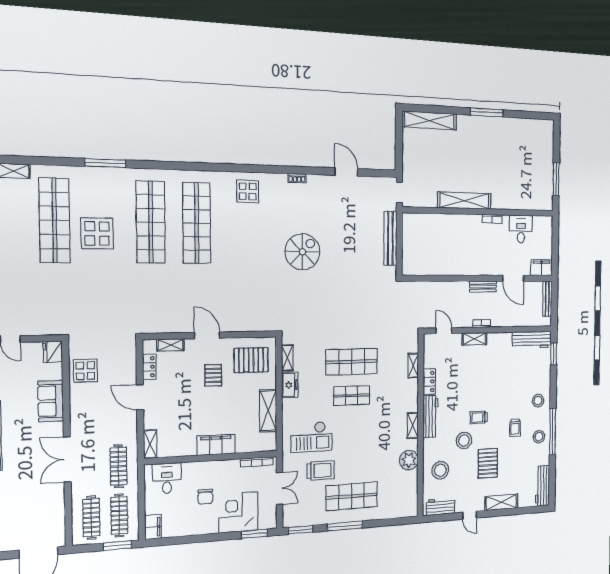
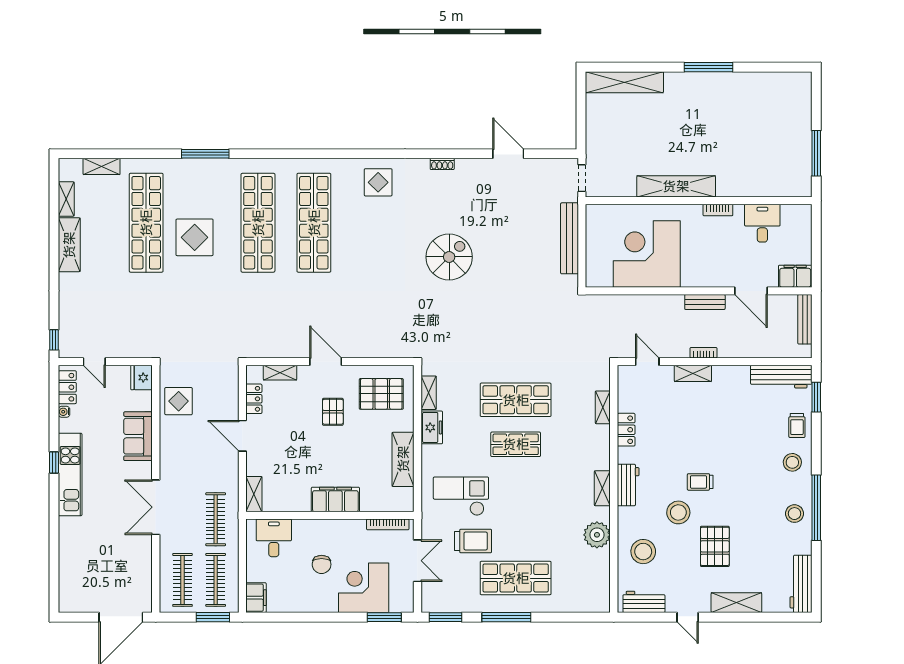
corner desk: (444, 251) -> (647, 254), added
workbench: (430, 416) -> (628, 485), width x0.73
trolley: (515, 428) -> (797, 425), moved
checkout: (312, 437) -> (461, 496), turned 180

